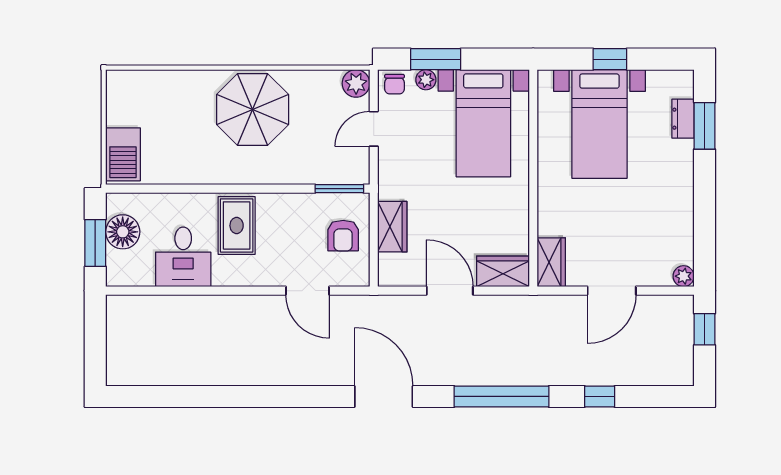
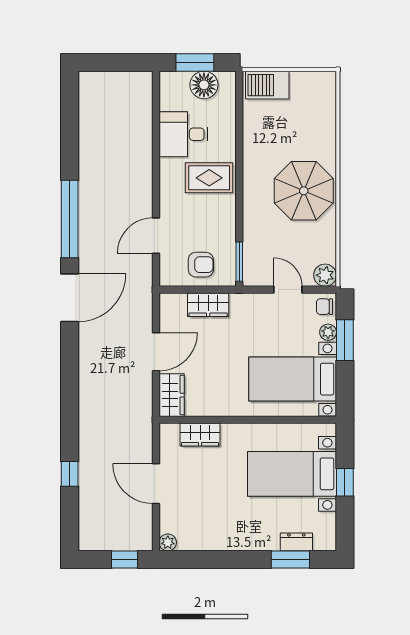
armchair: (343, 236) -> (201, 265), turned 180
wardrobe: (551, 262) -> (200, 435), moved
window: (501, 396) -> (70, 219), moved

